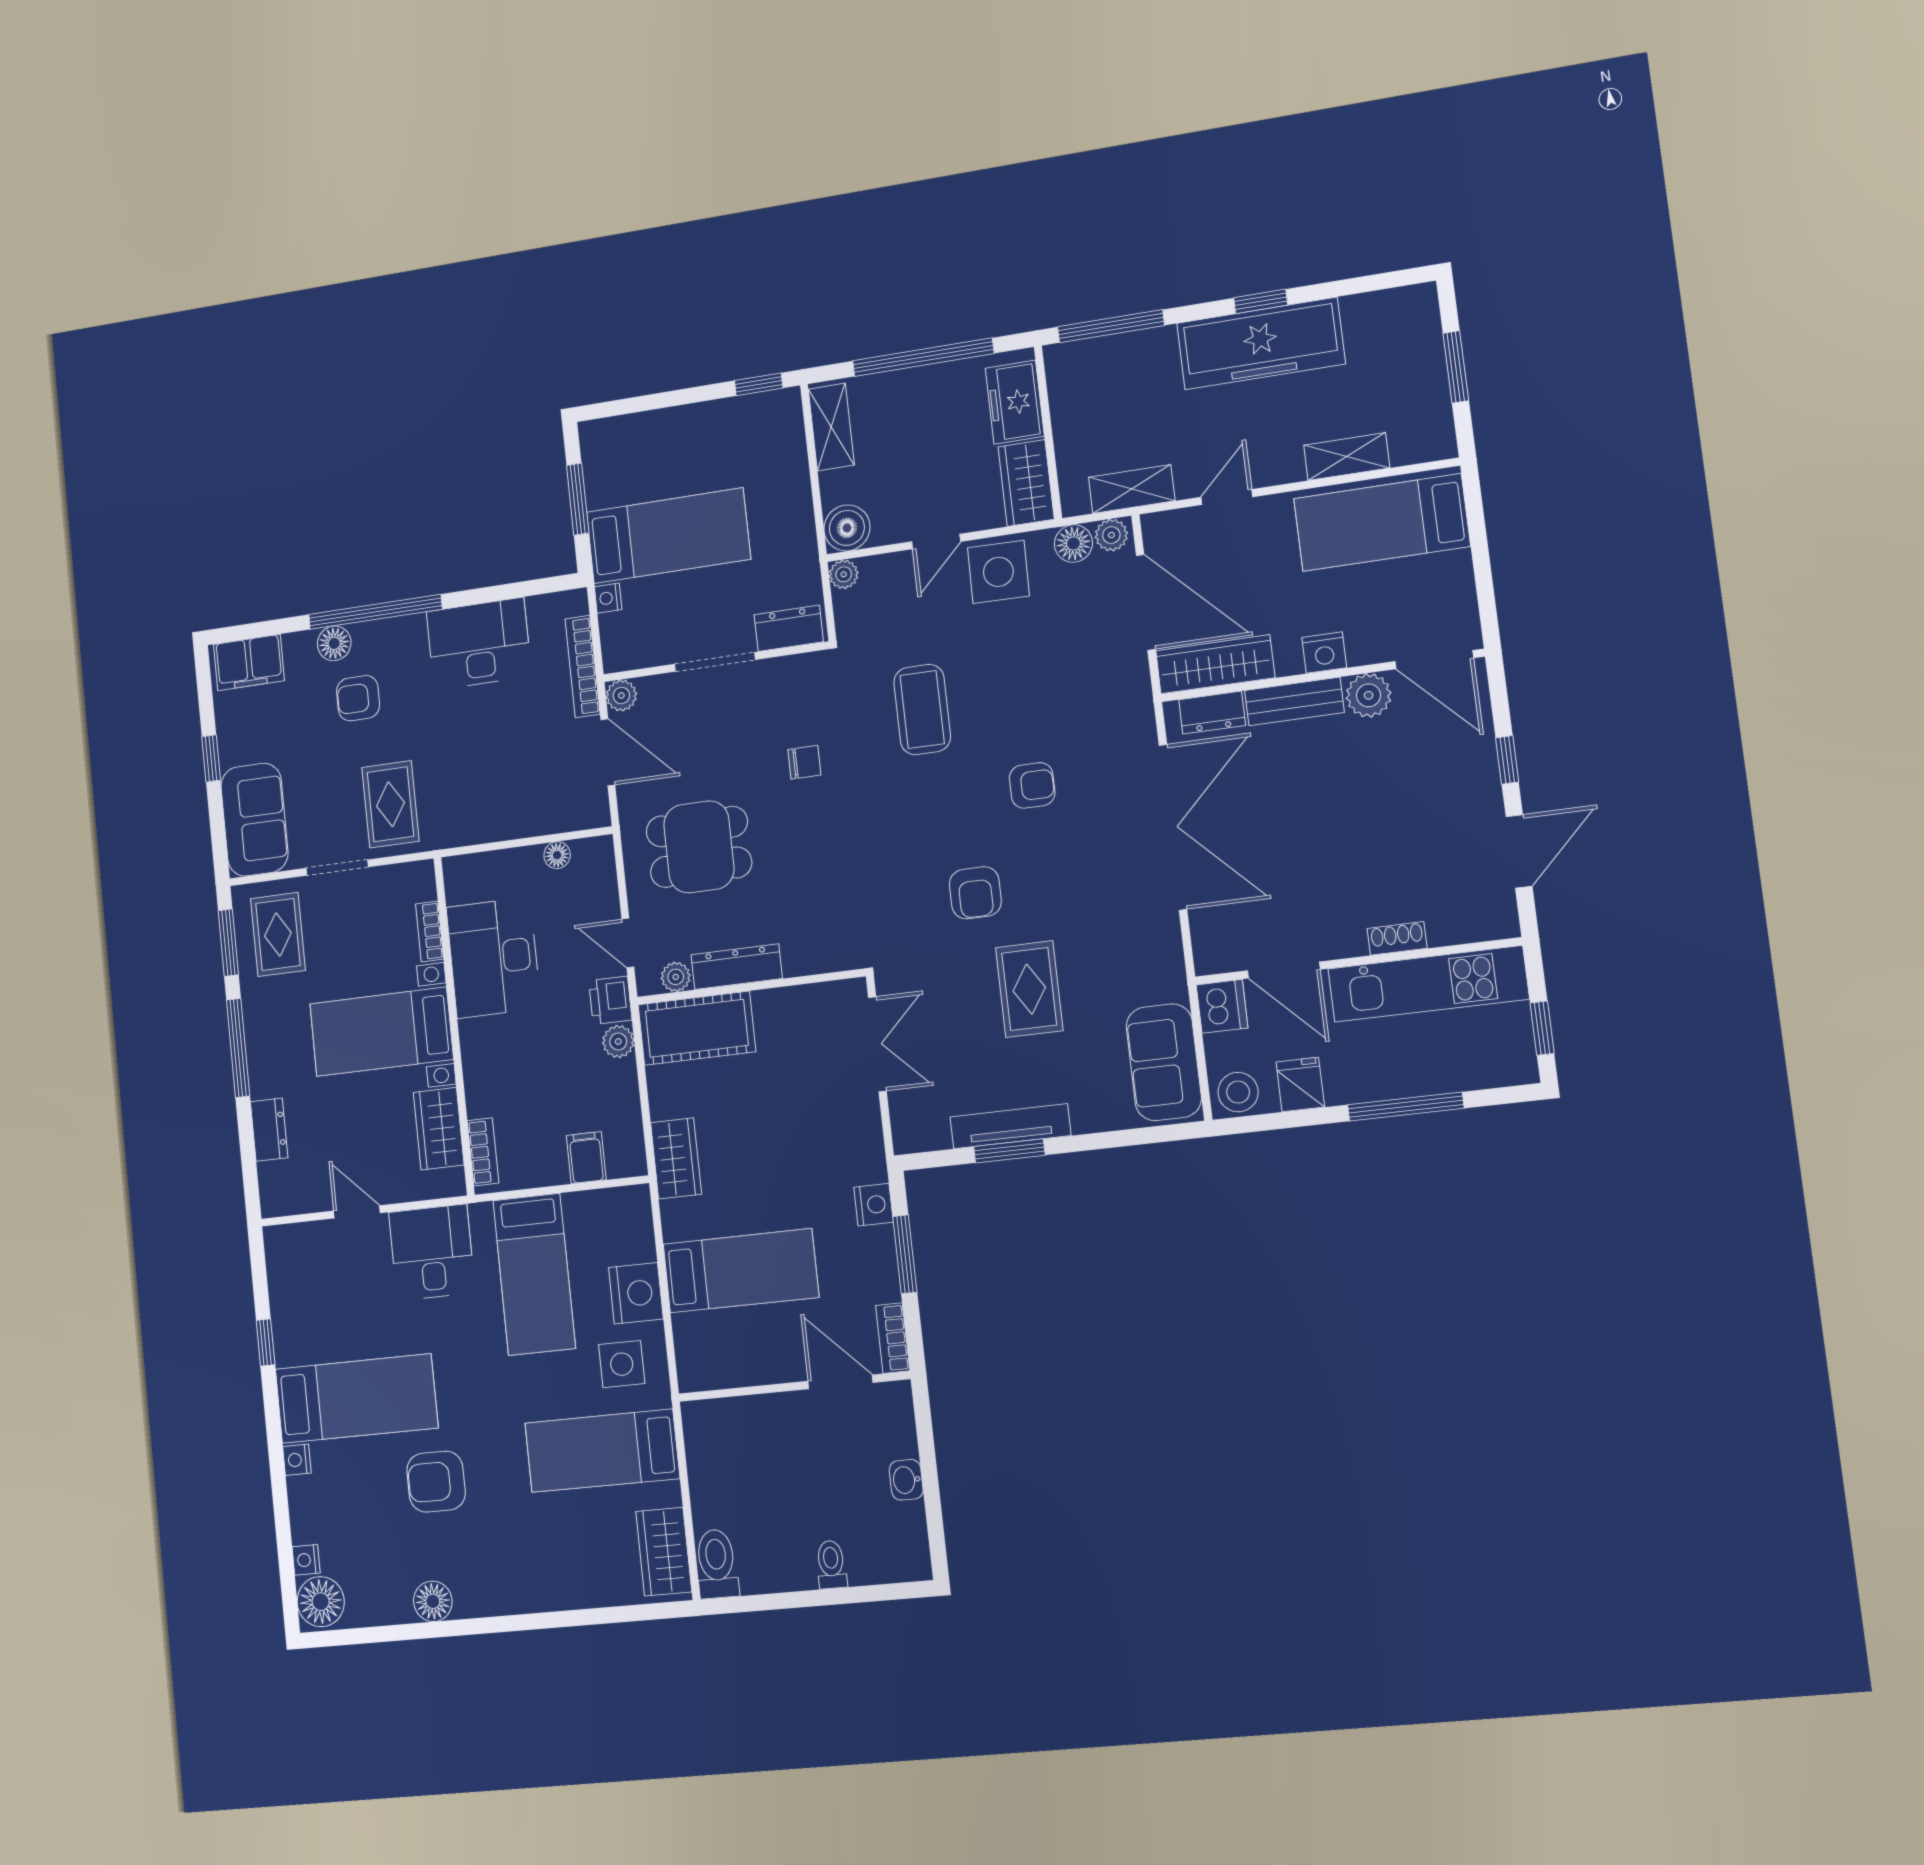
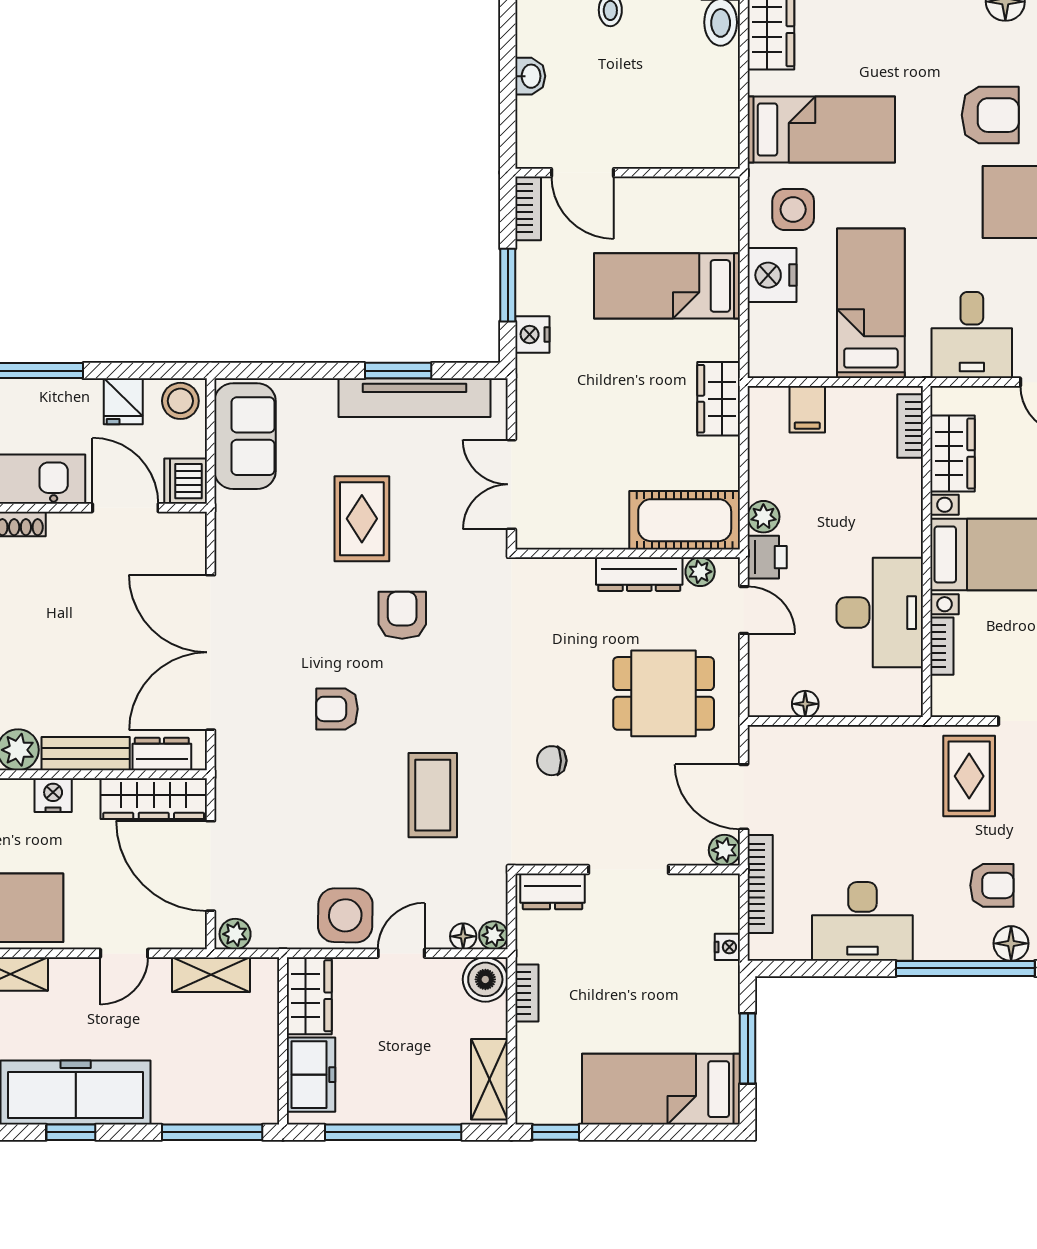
bookcase: (803, 521) -> (527, 993), added
bed: (668, 536) -> (661, 1089), moved
floor lamp: (1073, 543) -> (463, 936), moved, width x0.73, depth x0.73
tv unit: (1010, 1126) -> (415, 398), width x1.36, depth x1.29

